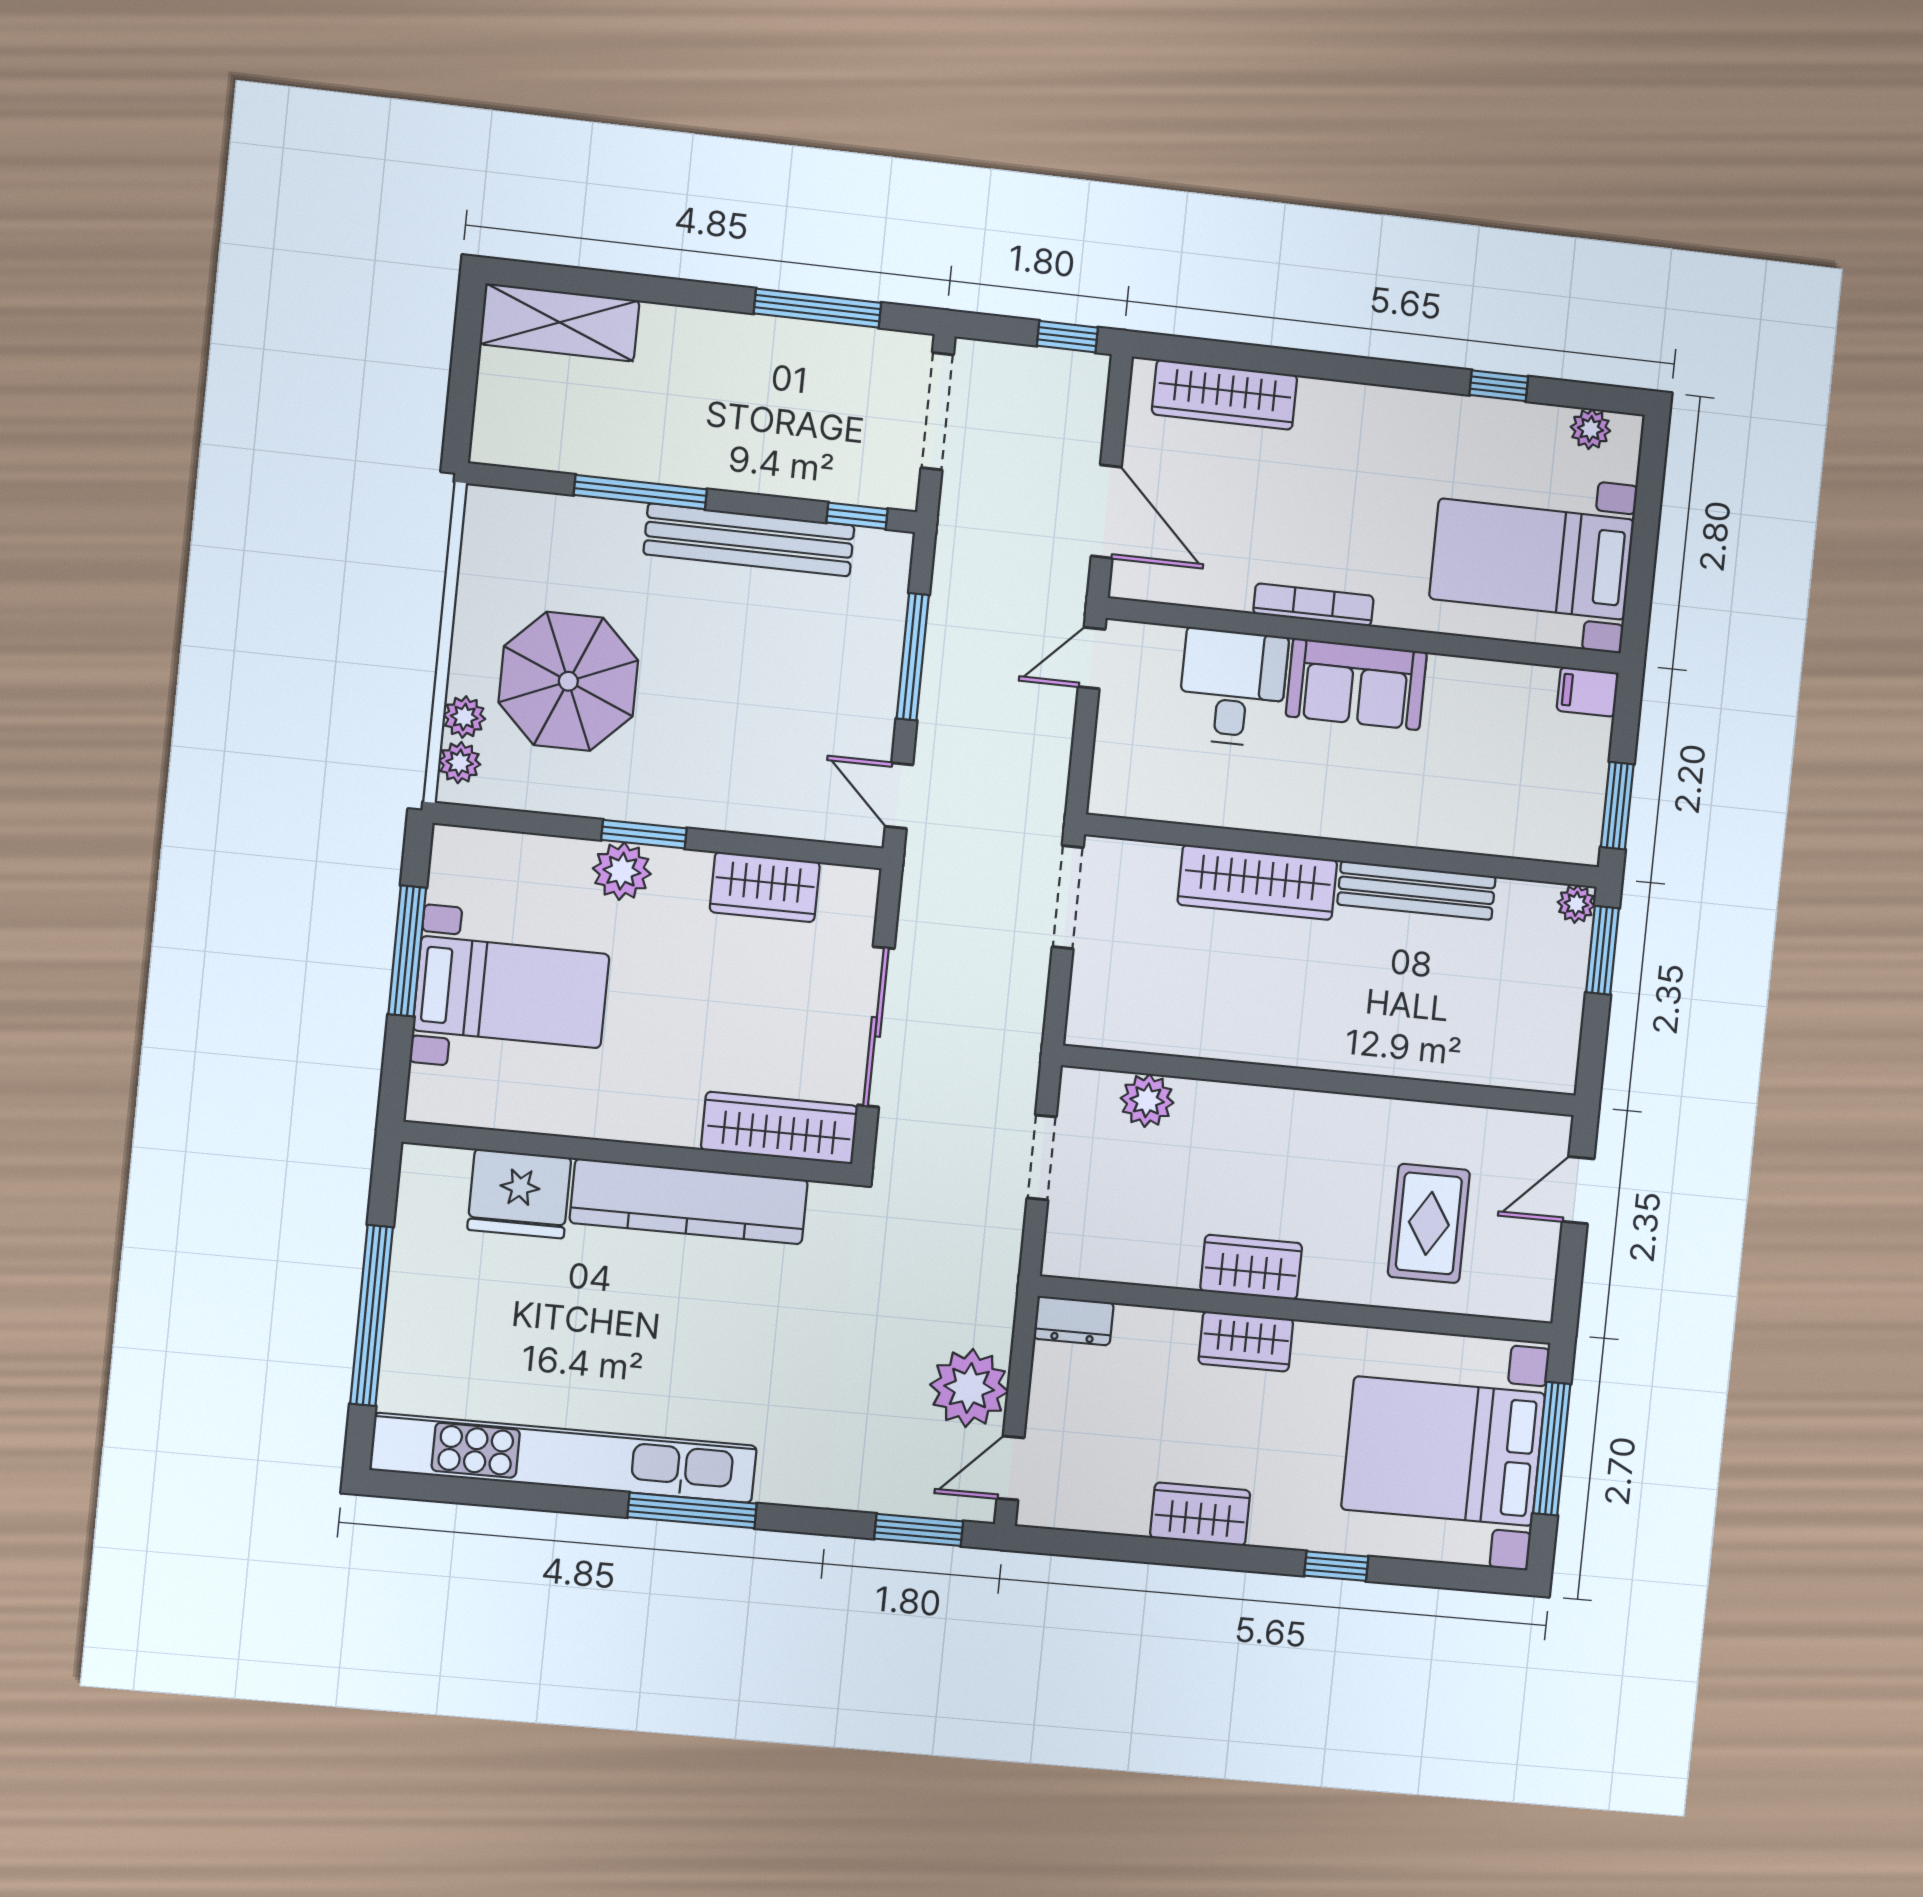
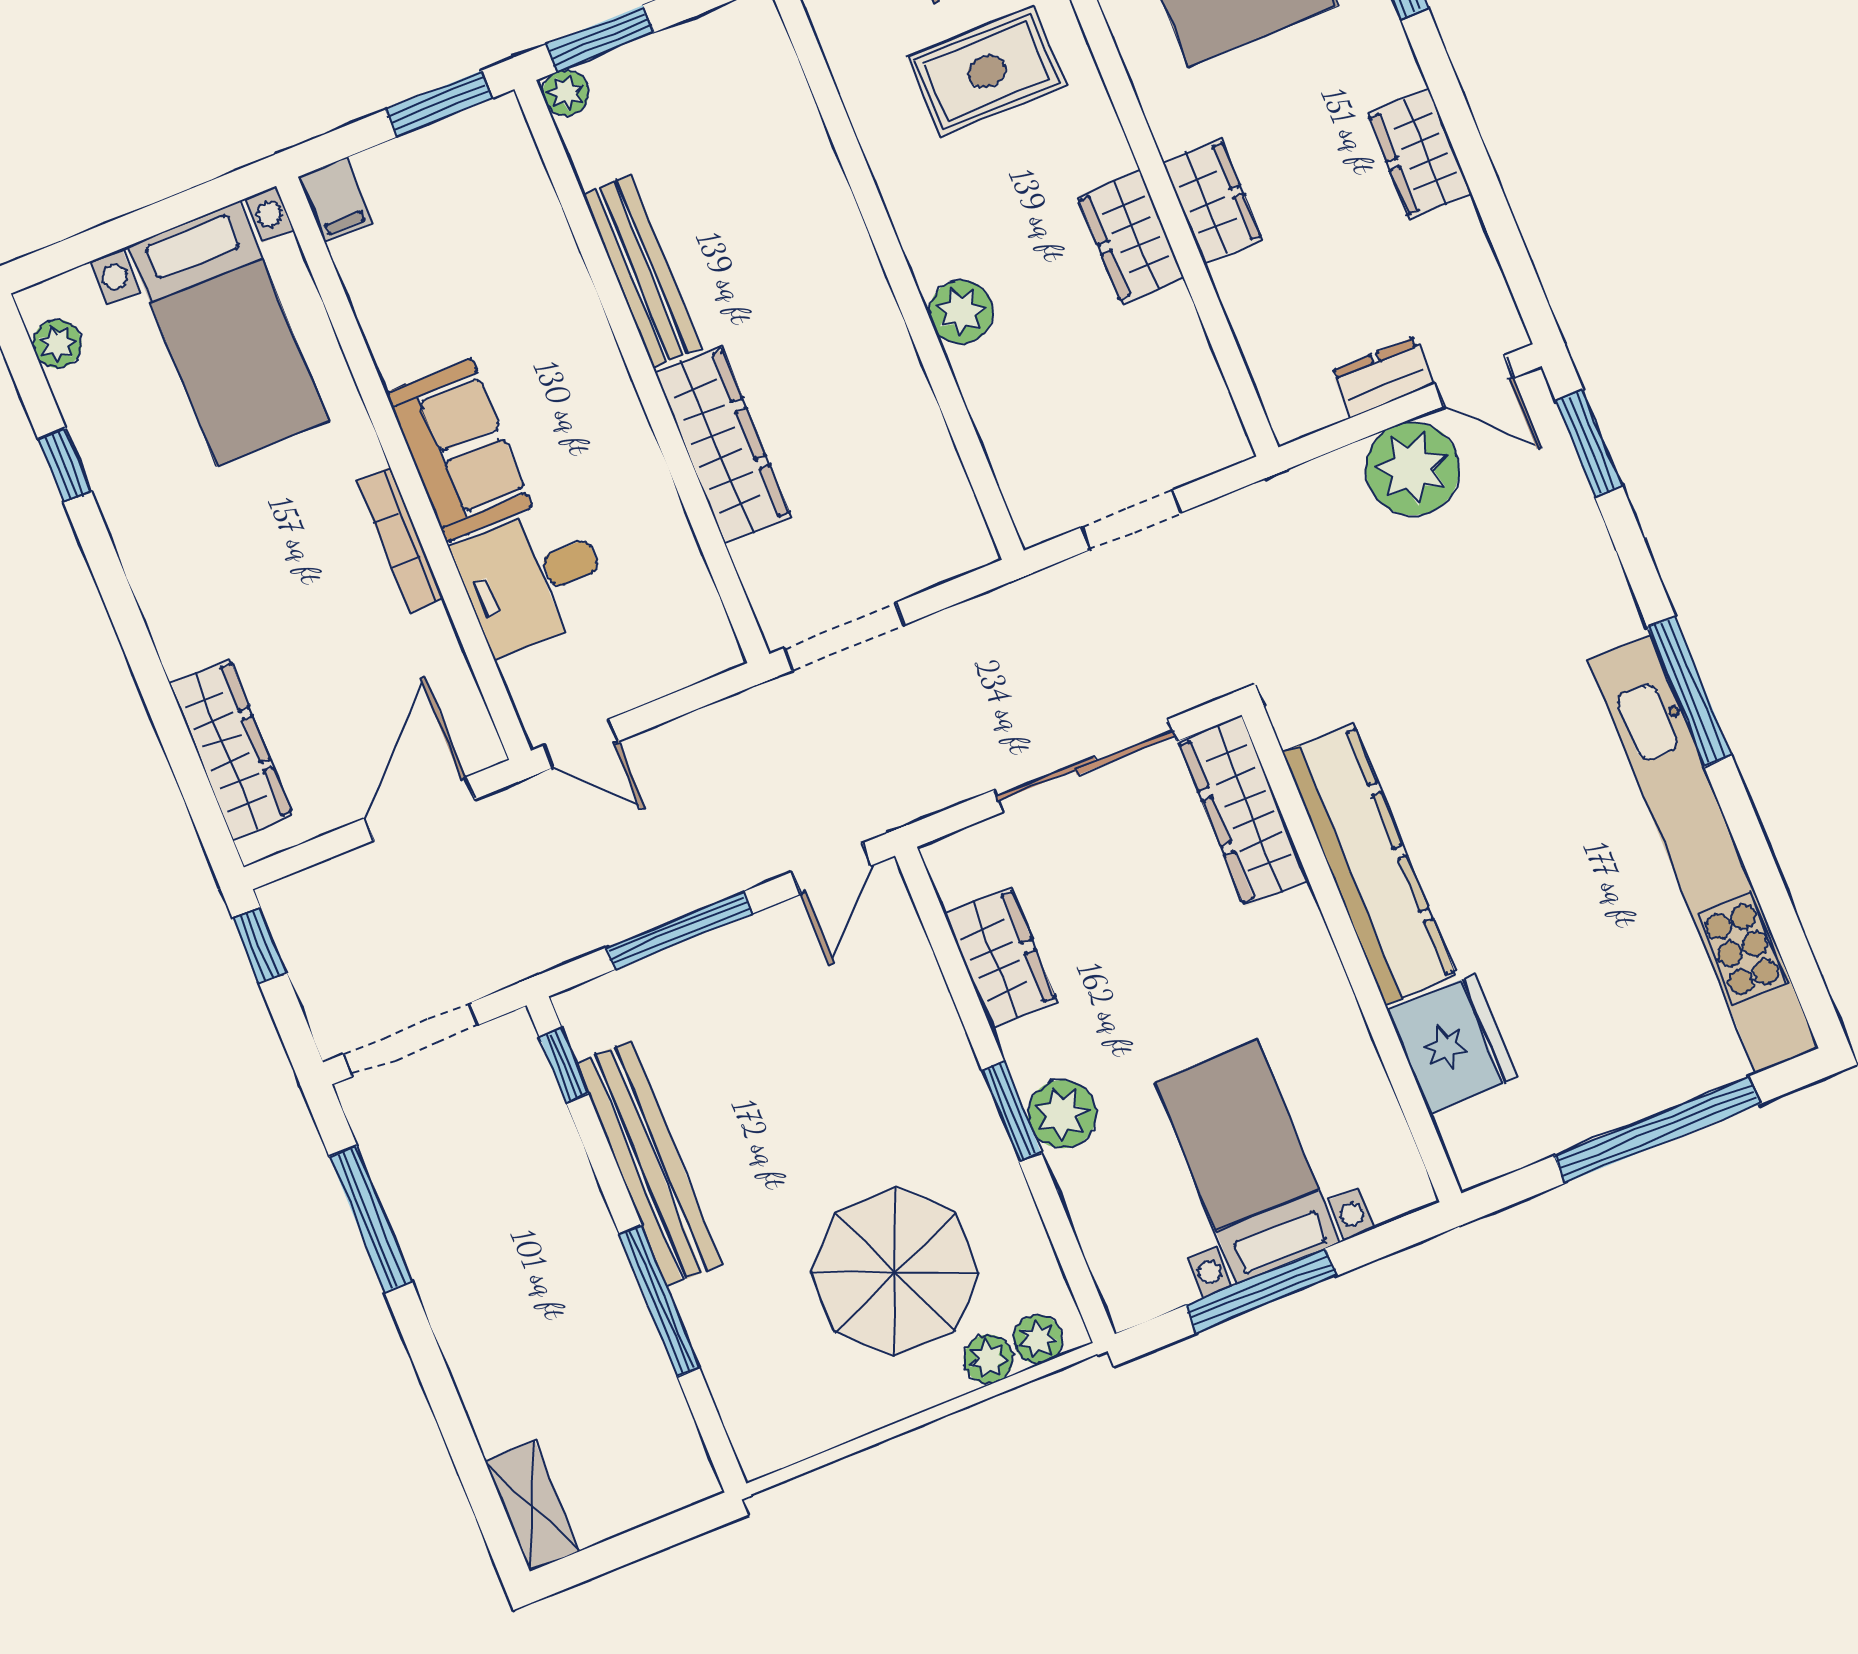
shelving: (560, 322) -> (532, 1506), width x0.67, depth x0.75
plant: (1147, 1100) -> (961, 312), moved
dresser: (1074, 1321) -> (1383, 377), moved, turned -90

